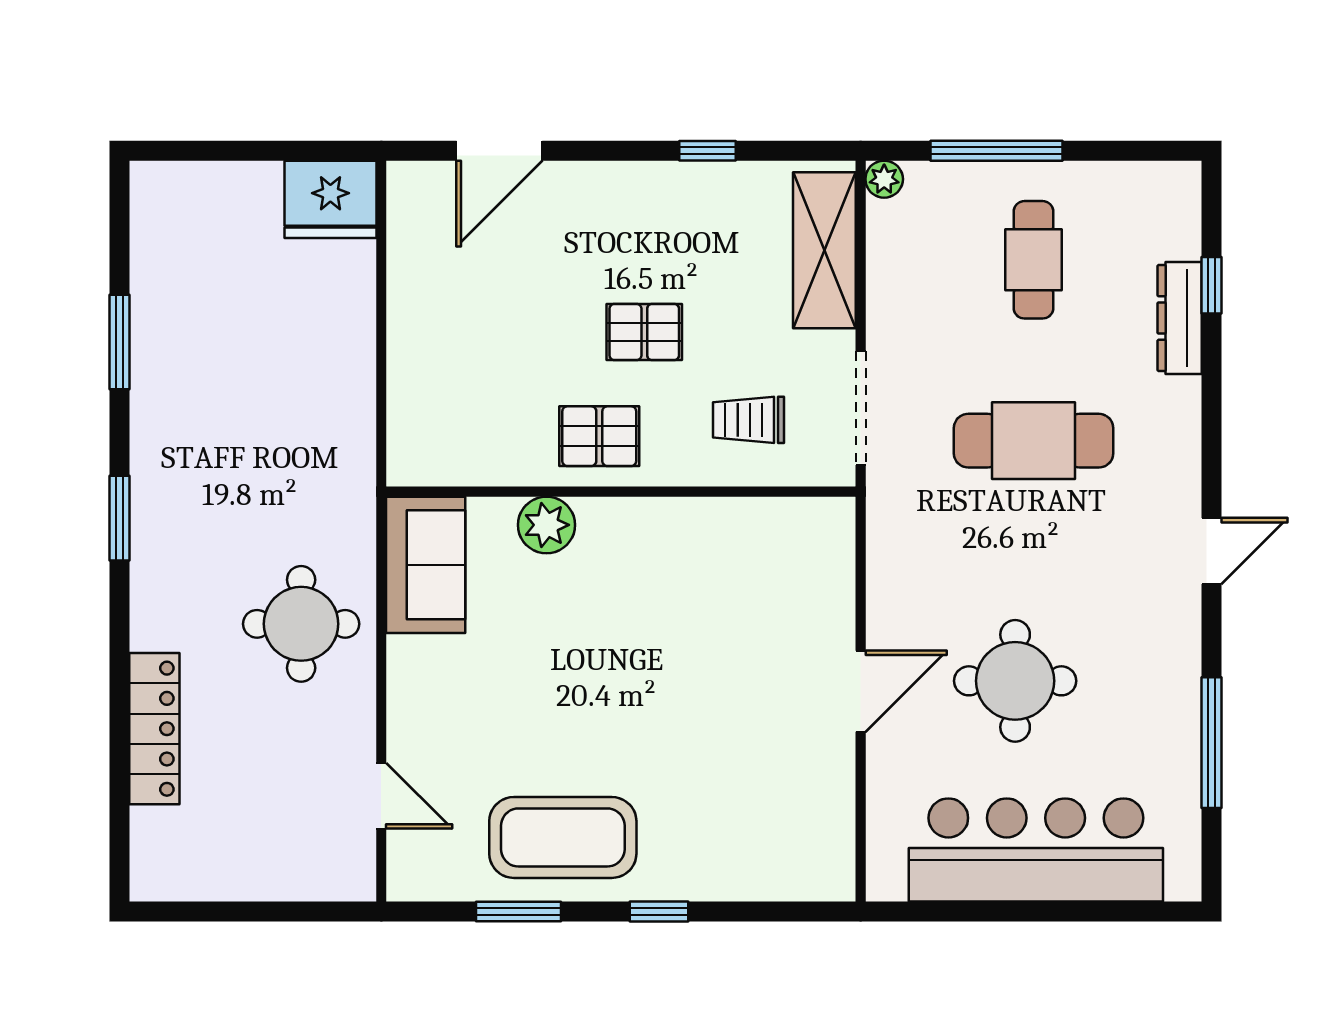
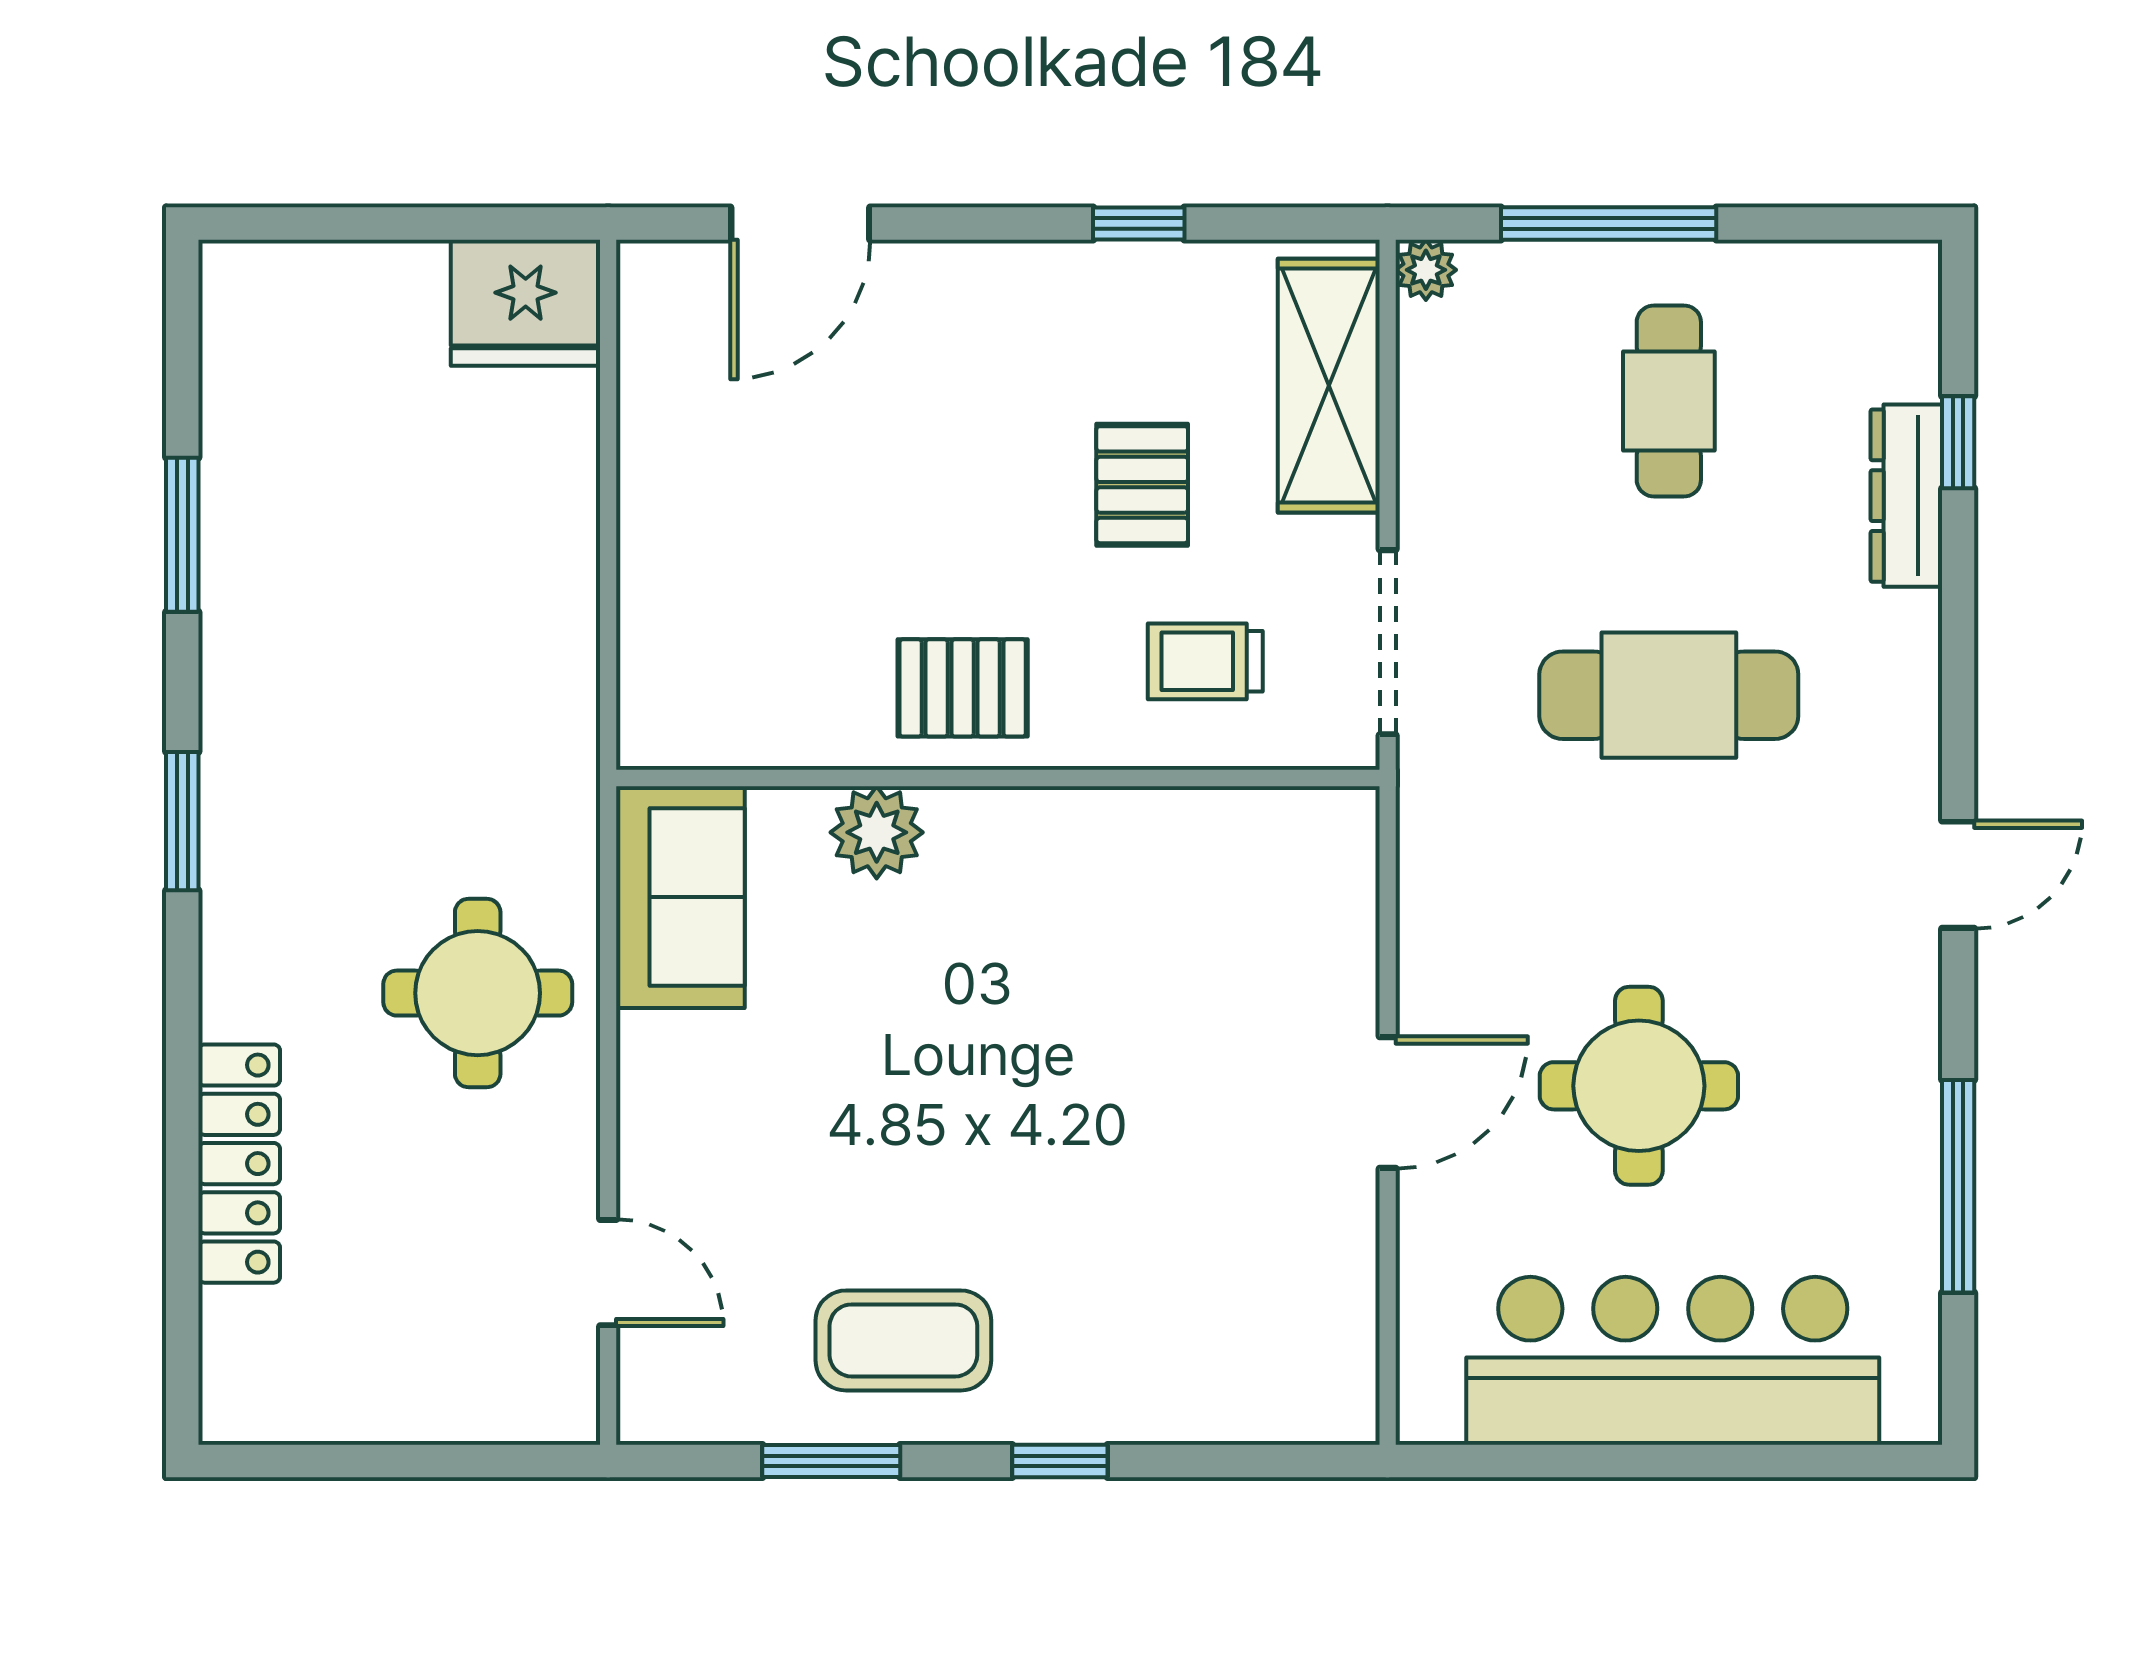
pallet: (644, 332) -> (1142, 485), moved, turned 90
coffee table: (563, 837) -> (903, 1340), width x0.73, depth x0.76

